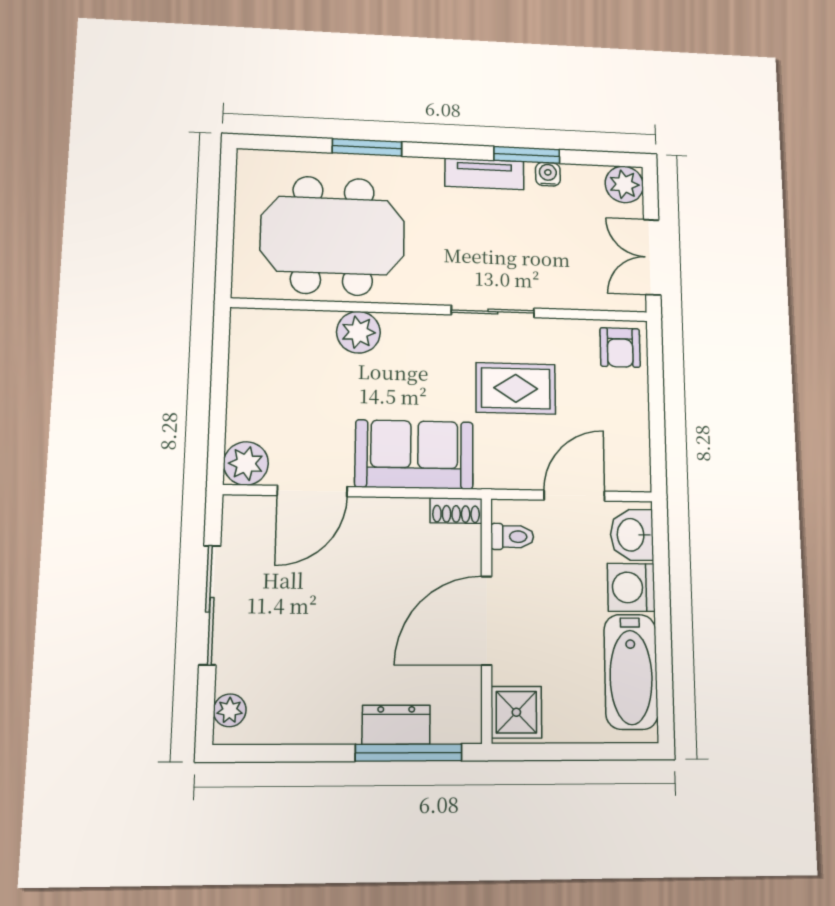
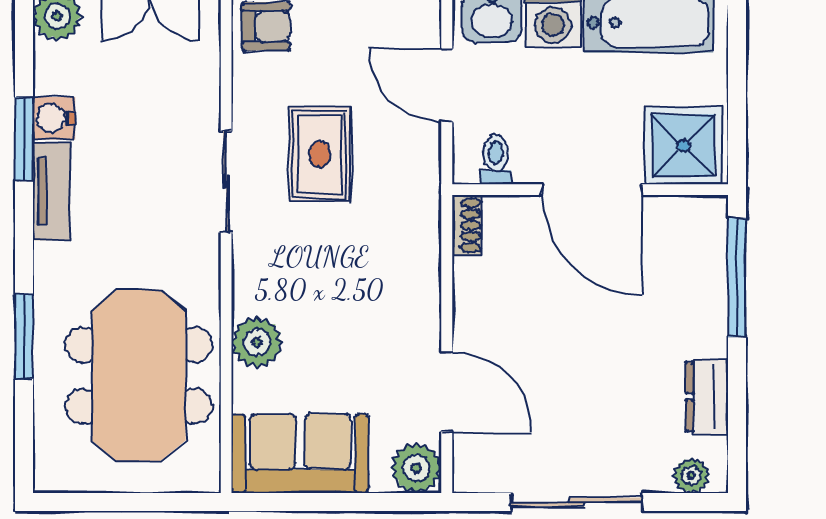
water cooler: (548, 174) -> (54, 118), width x1.38, depth x1.38
sofa: (414, 454) -> (300, 454), moved, turned 90
shower: (516, 712) -> (683, 145), width x1.36, depth x1.36
dresser: (396, 725) -> (707, 397), moved

